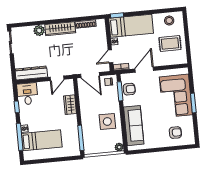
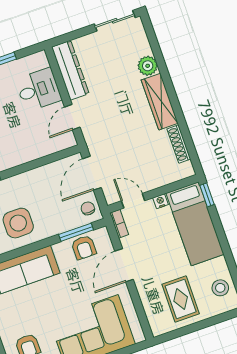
door: (144, 70) -> (124, 265), swing flipped
door: (57, 78) -> (72, 117), hinge flipped
desk: (27, 94) -> (38, 90), moved
wardrobe: (70, 105) -> (32, 151), removed

